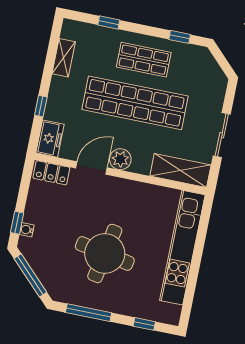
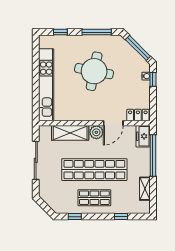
window: (41, 106) -> (153, 155), width x3.17
sliding door: (222, 135) -> (36, 160), width x1.37
shelving: (180, 171) -> (70, 133), moved

